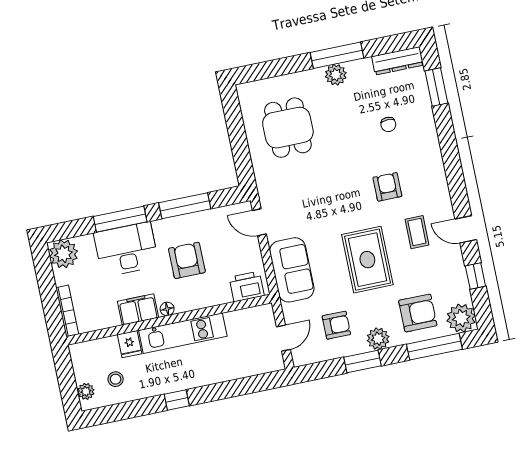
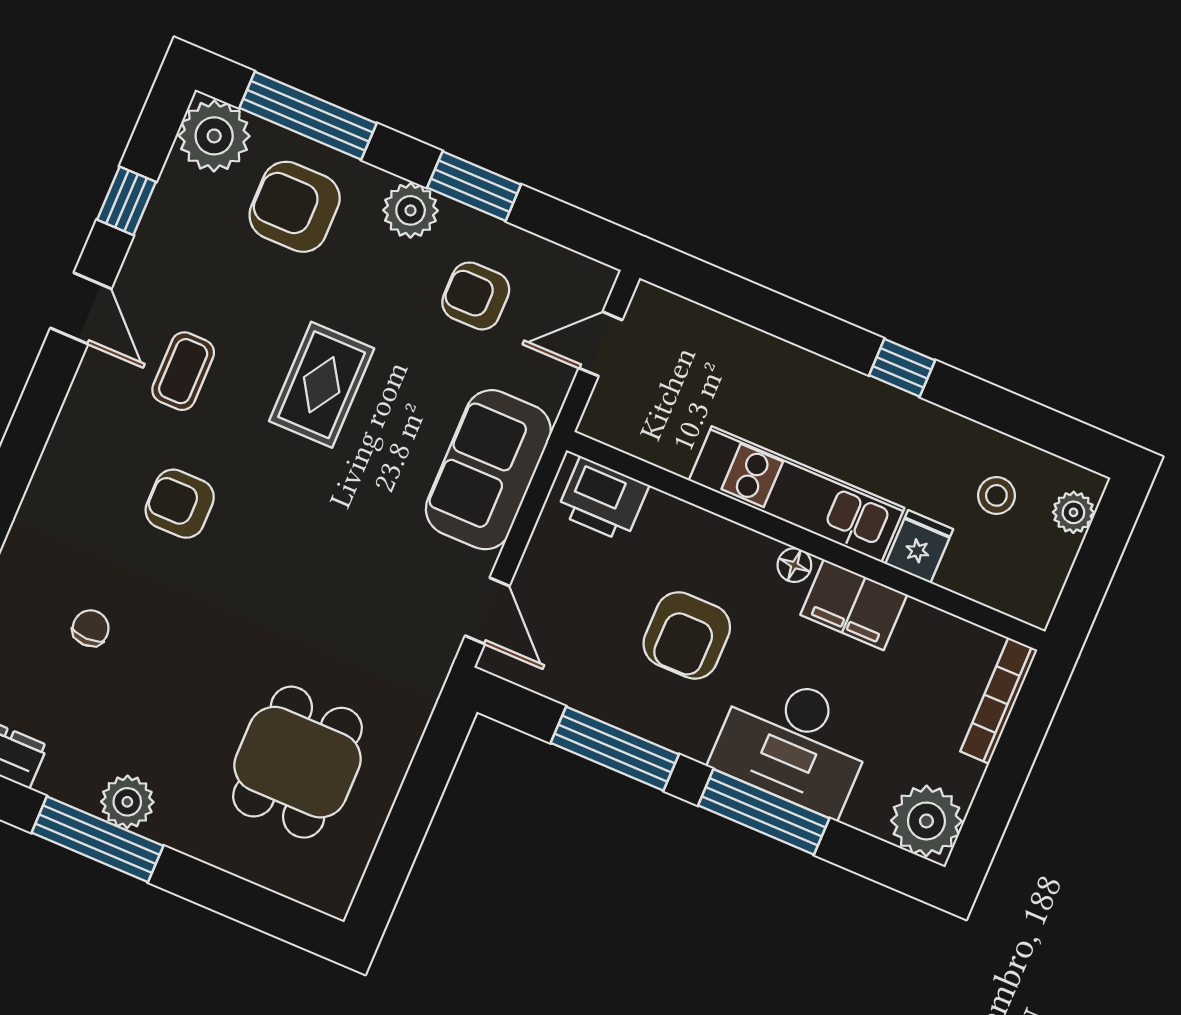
armchair: (387, 187) -> (180, 504), turned 90
rug: (367, 260) -> (322, 385), width x0.73, depth x0.70

